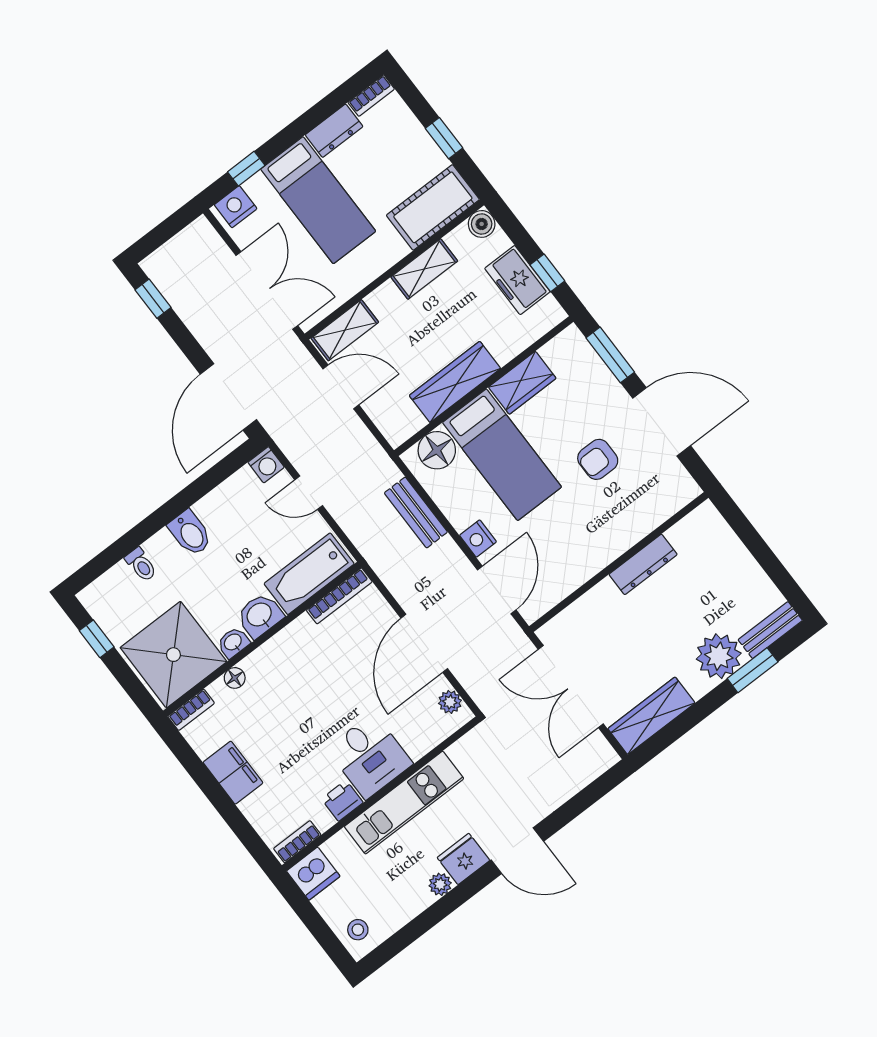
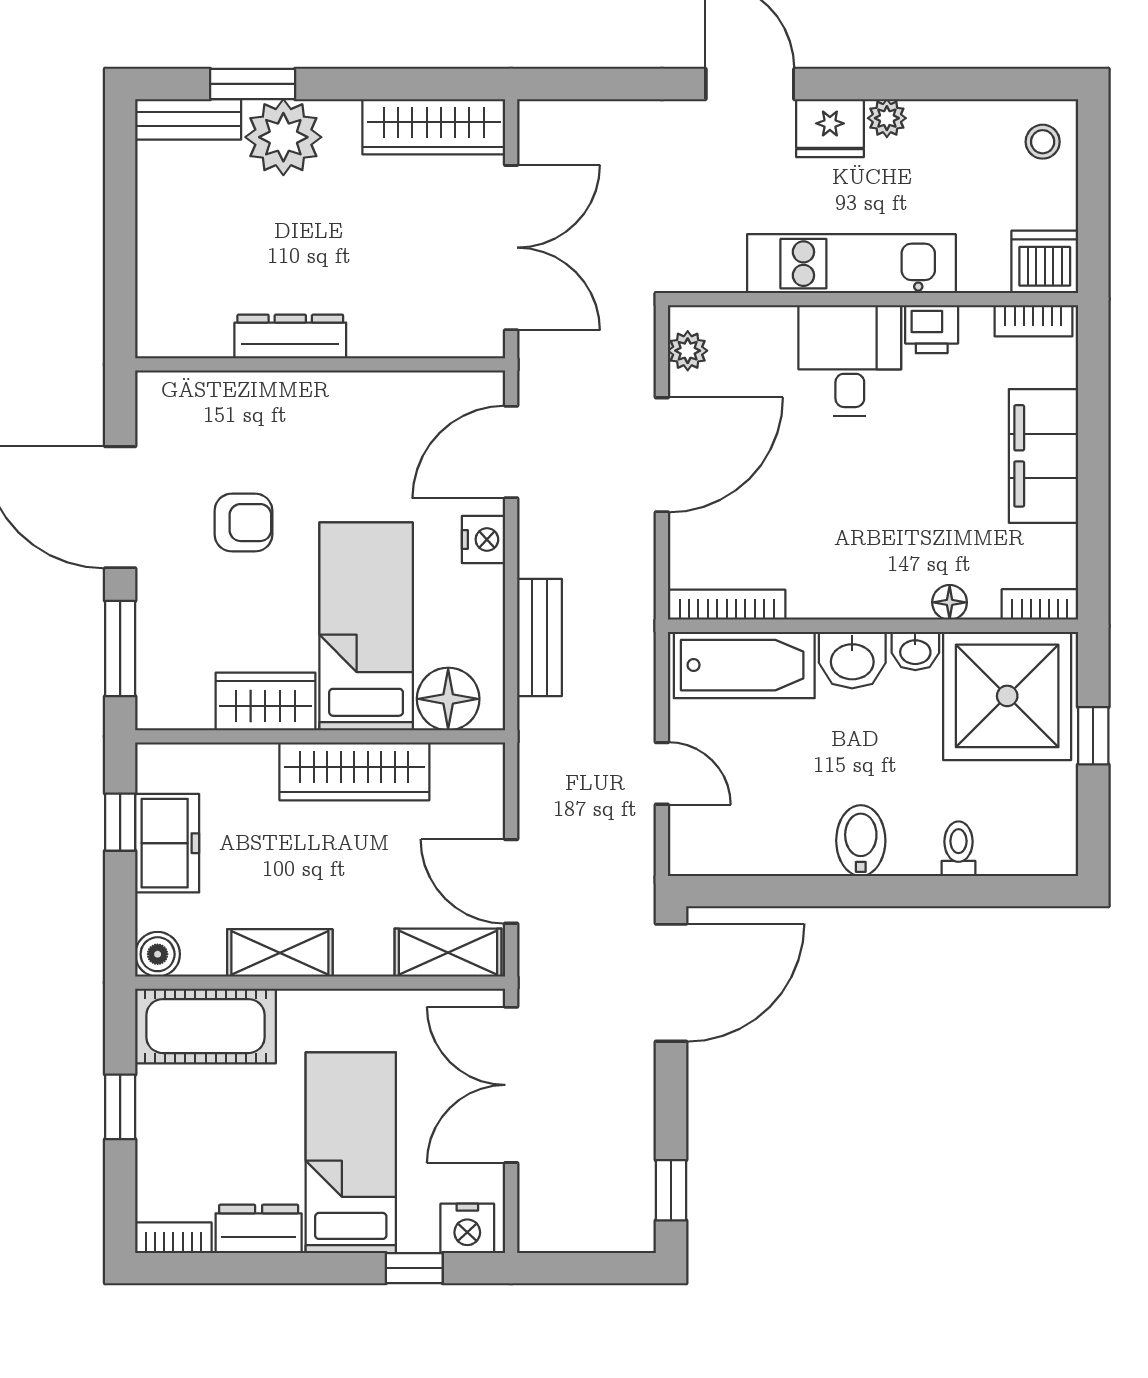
washing machine: (266, 465) -> (690, 854), removed
window: (97, 639) -> (1093, 736), moved
filing cabinet: (233, 773) -> (1043, 456), width x1.50, depth x1.17

